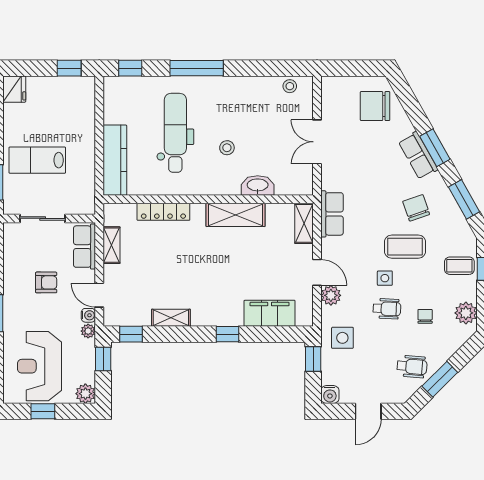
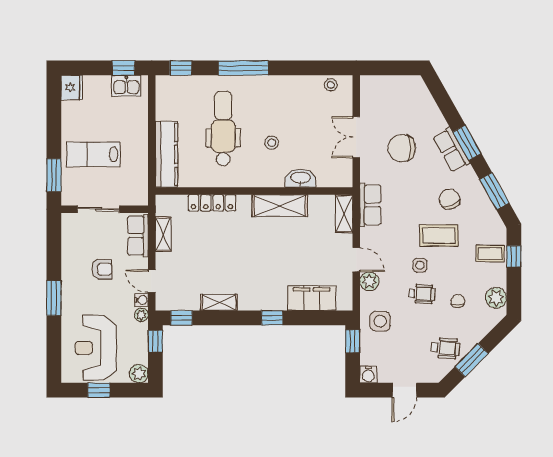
kitchen sink: (72, 87) -> (126, 86), added
chair: (375, 106) -> (402, 148), moved

